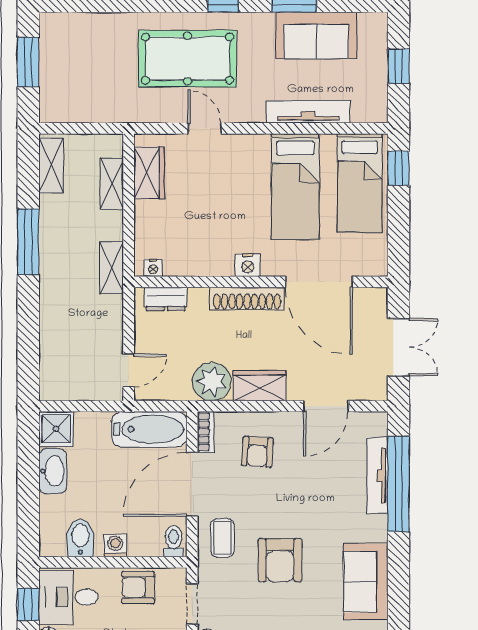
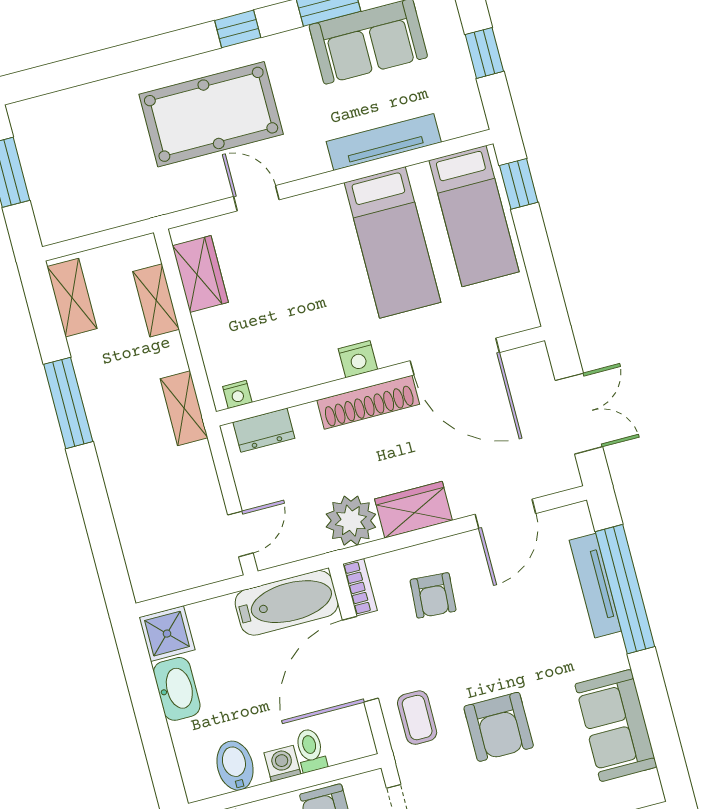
toilet: (174, 541) -> (311, 750), moved

